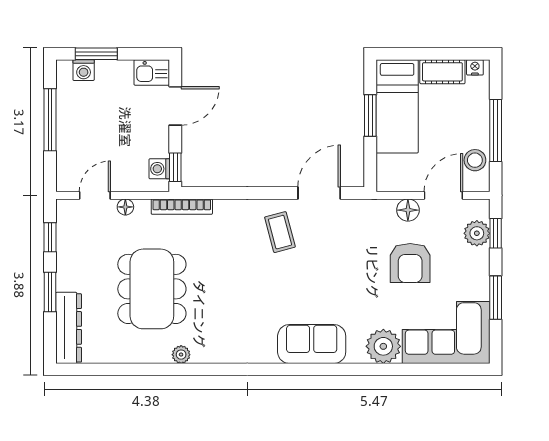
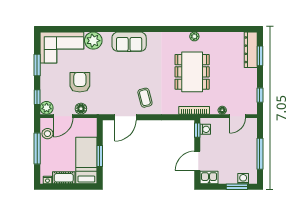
plant: (477, 233) -> (47, 108), moved
dining table: (152, 289) -> (192, 72), moved
window: (50, 292) -> (260, 56), moved

